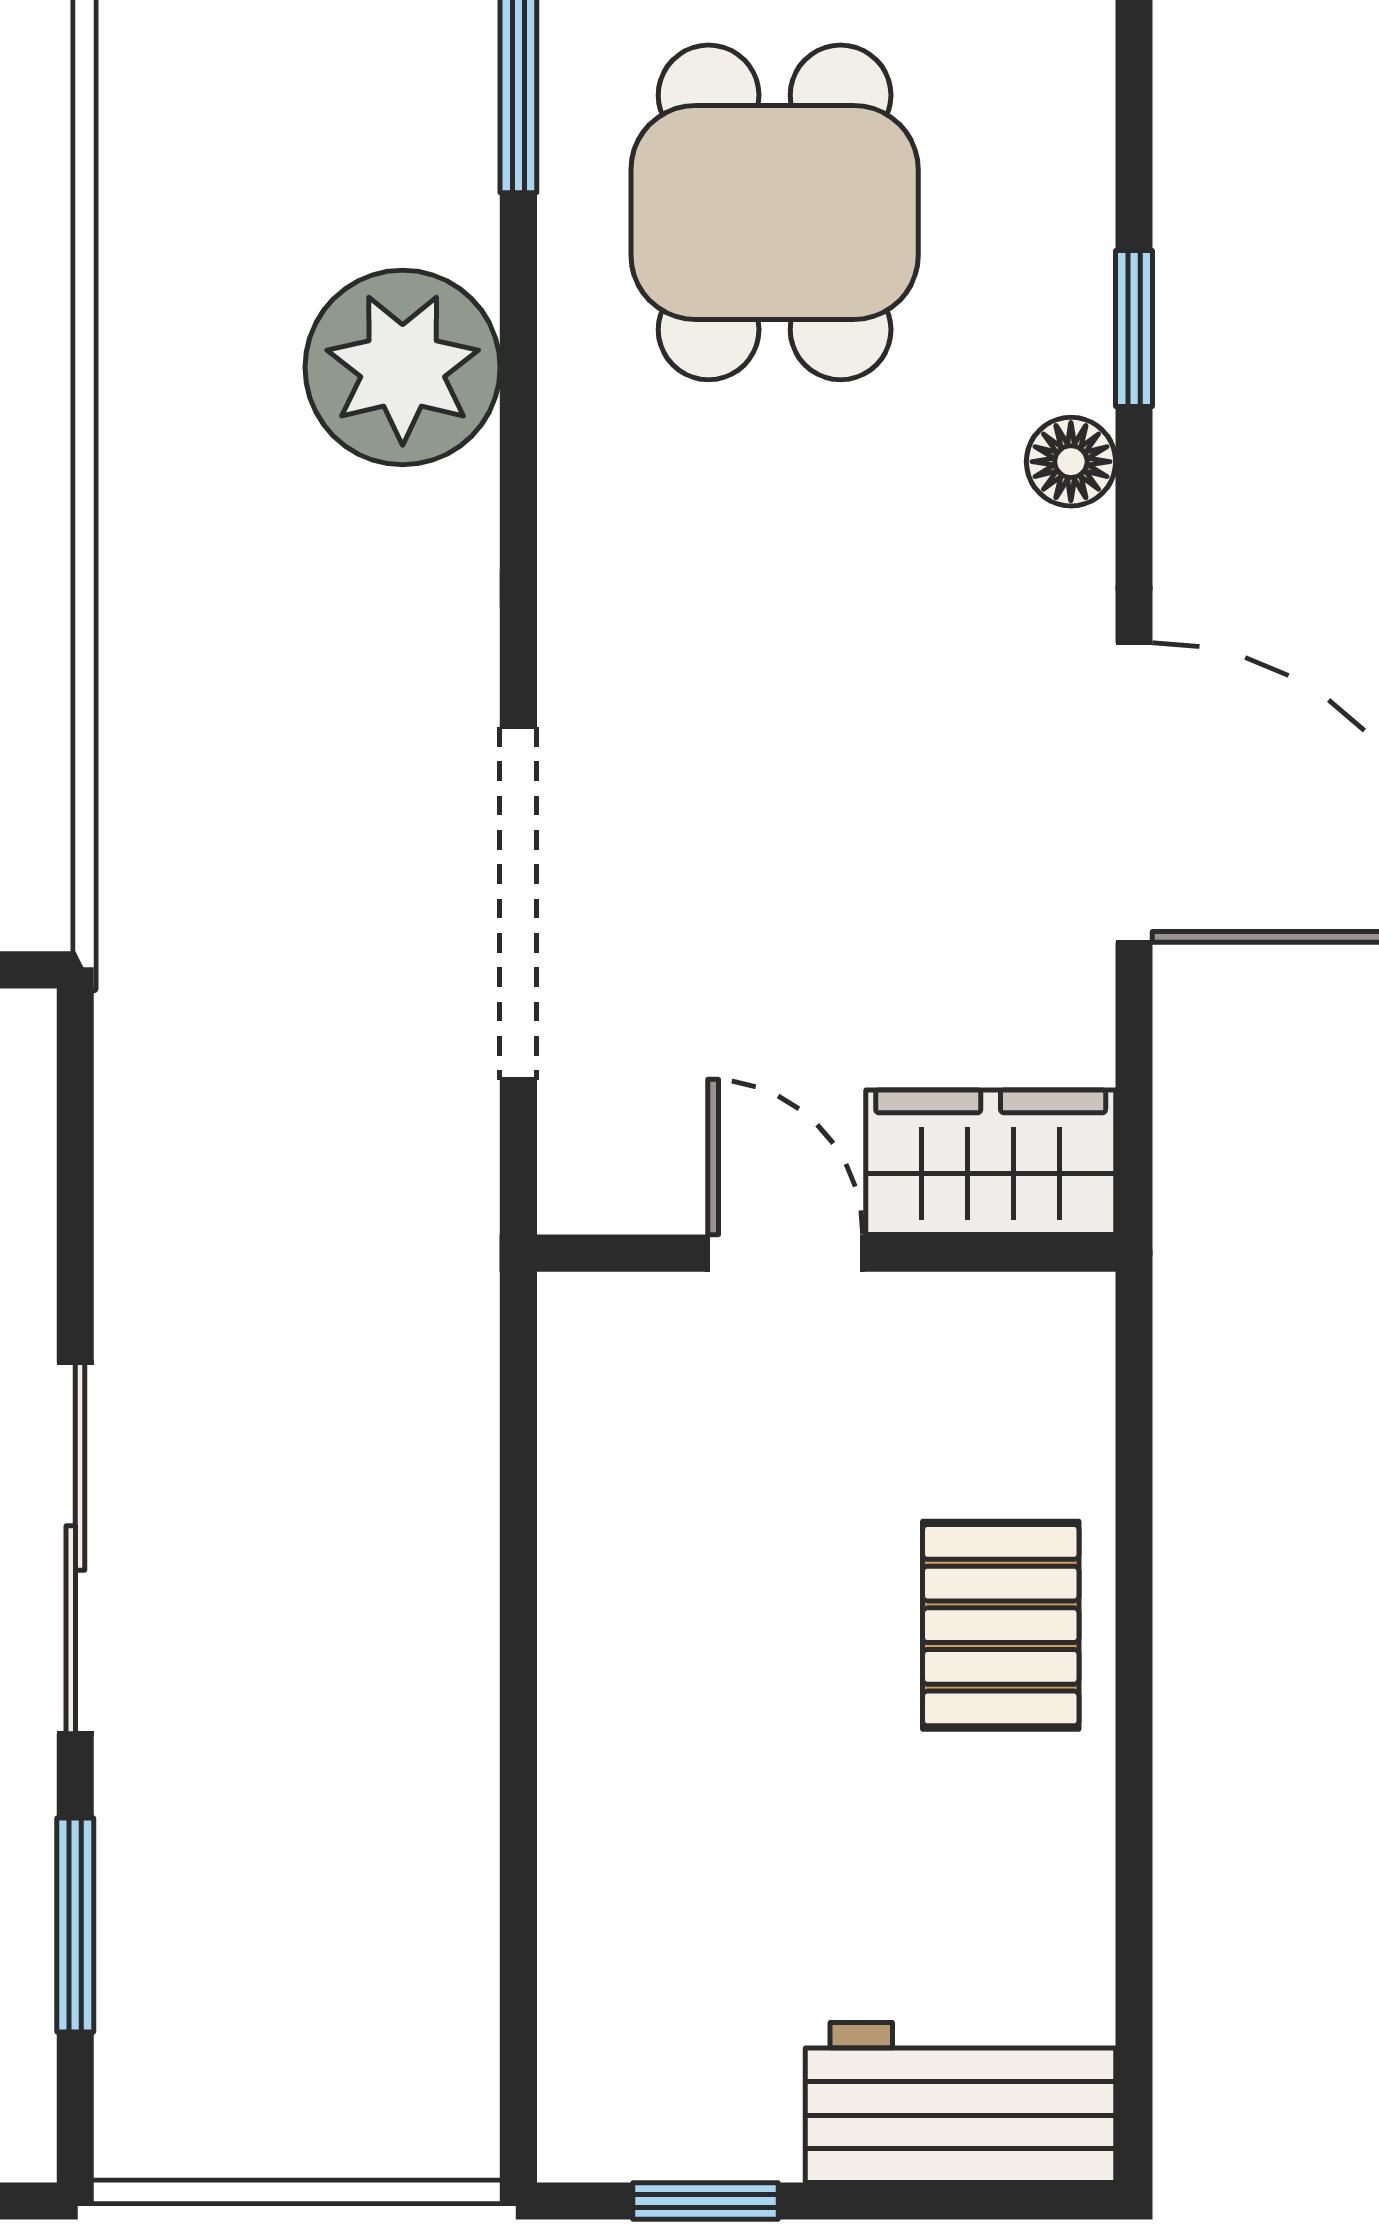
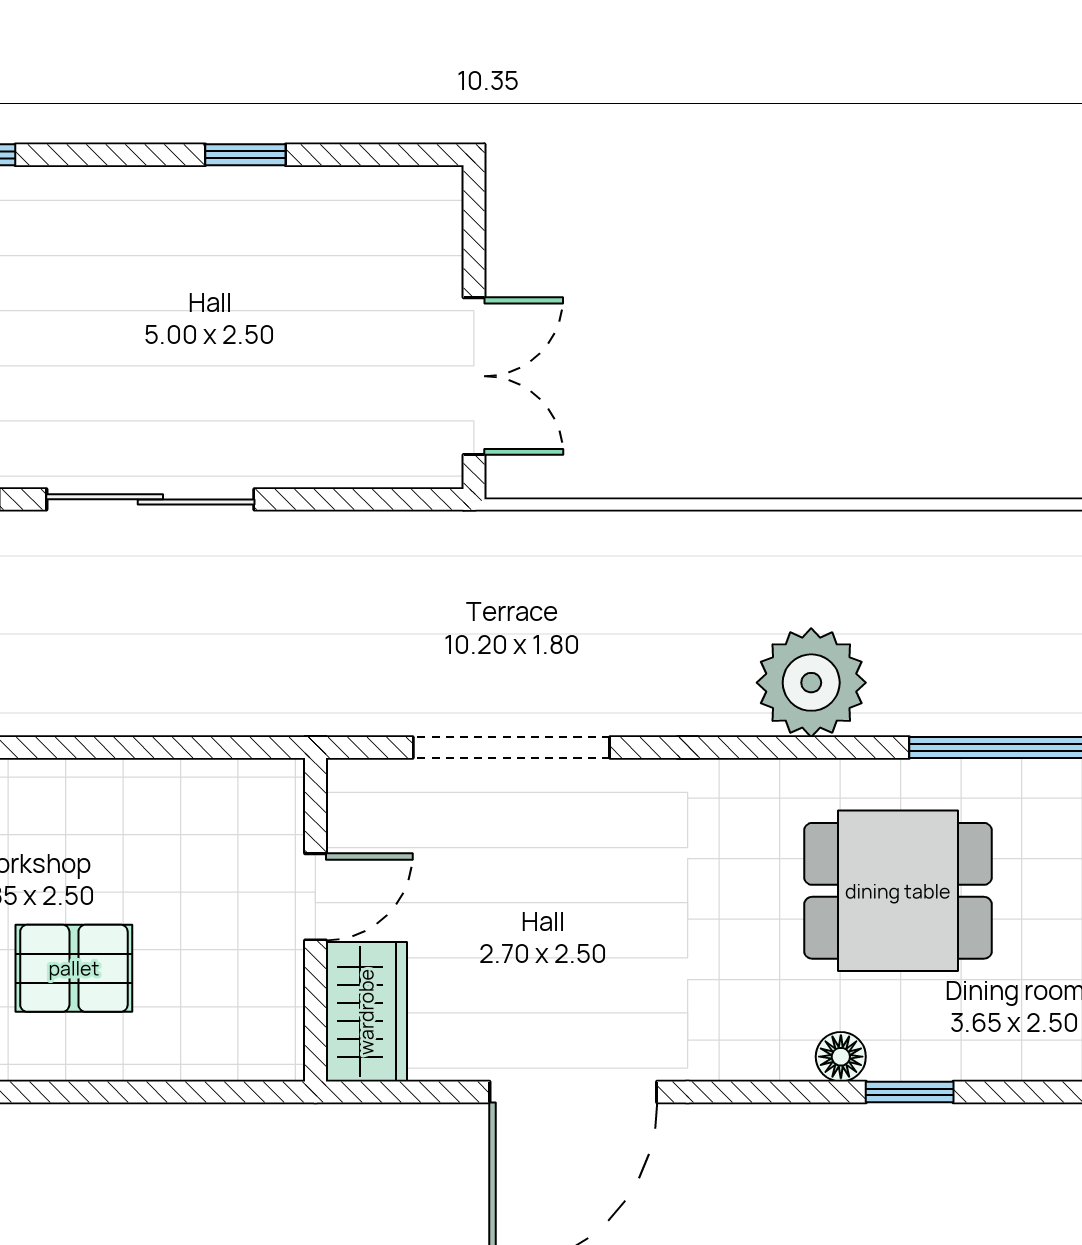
window: (1134, 328) -> (910, 1092), moved
floor lamp: (1071, 462) -> (841, 1057), moved
pallet: (1001, 1625) -> (74, 968), moved

